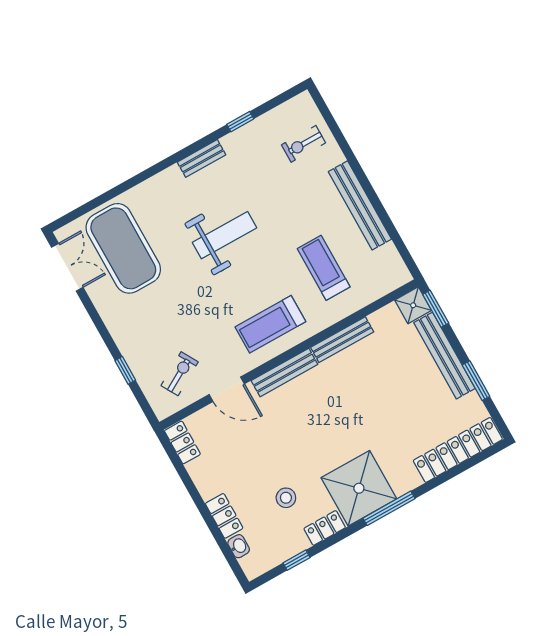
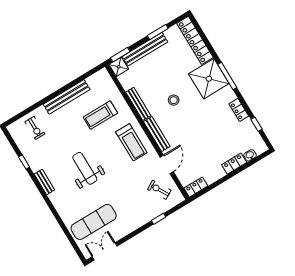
exercise mat: (123, 248) -> (94, 222), width x0.68
shower: (359, 488) -> (209, 79), moved
stool: (286, 498) -> (174, 100), moved

